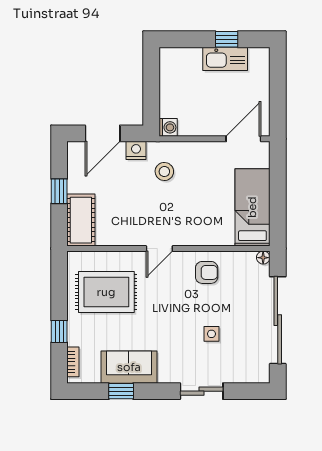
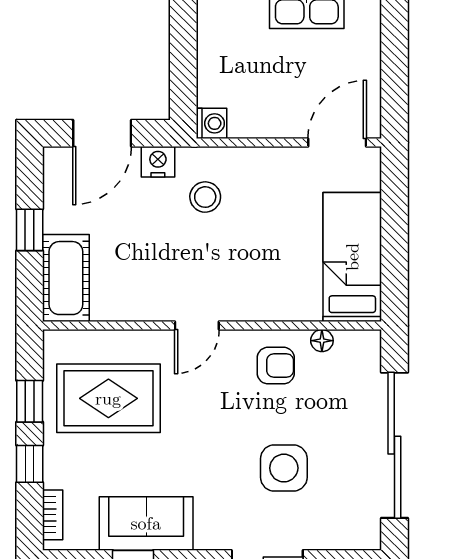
floor lamp: (263, 258) -> (322, 341), moved
window: (59, 294) -> (30, 401), added
side table: (211, 334) -> (284, 468), width x1.87, depth x1.87

